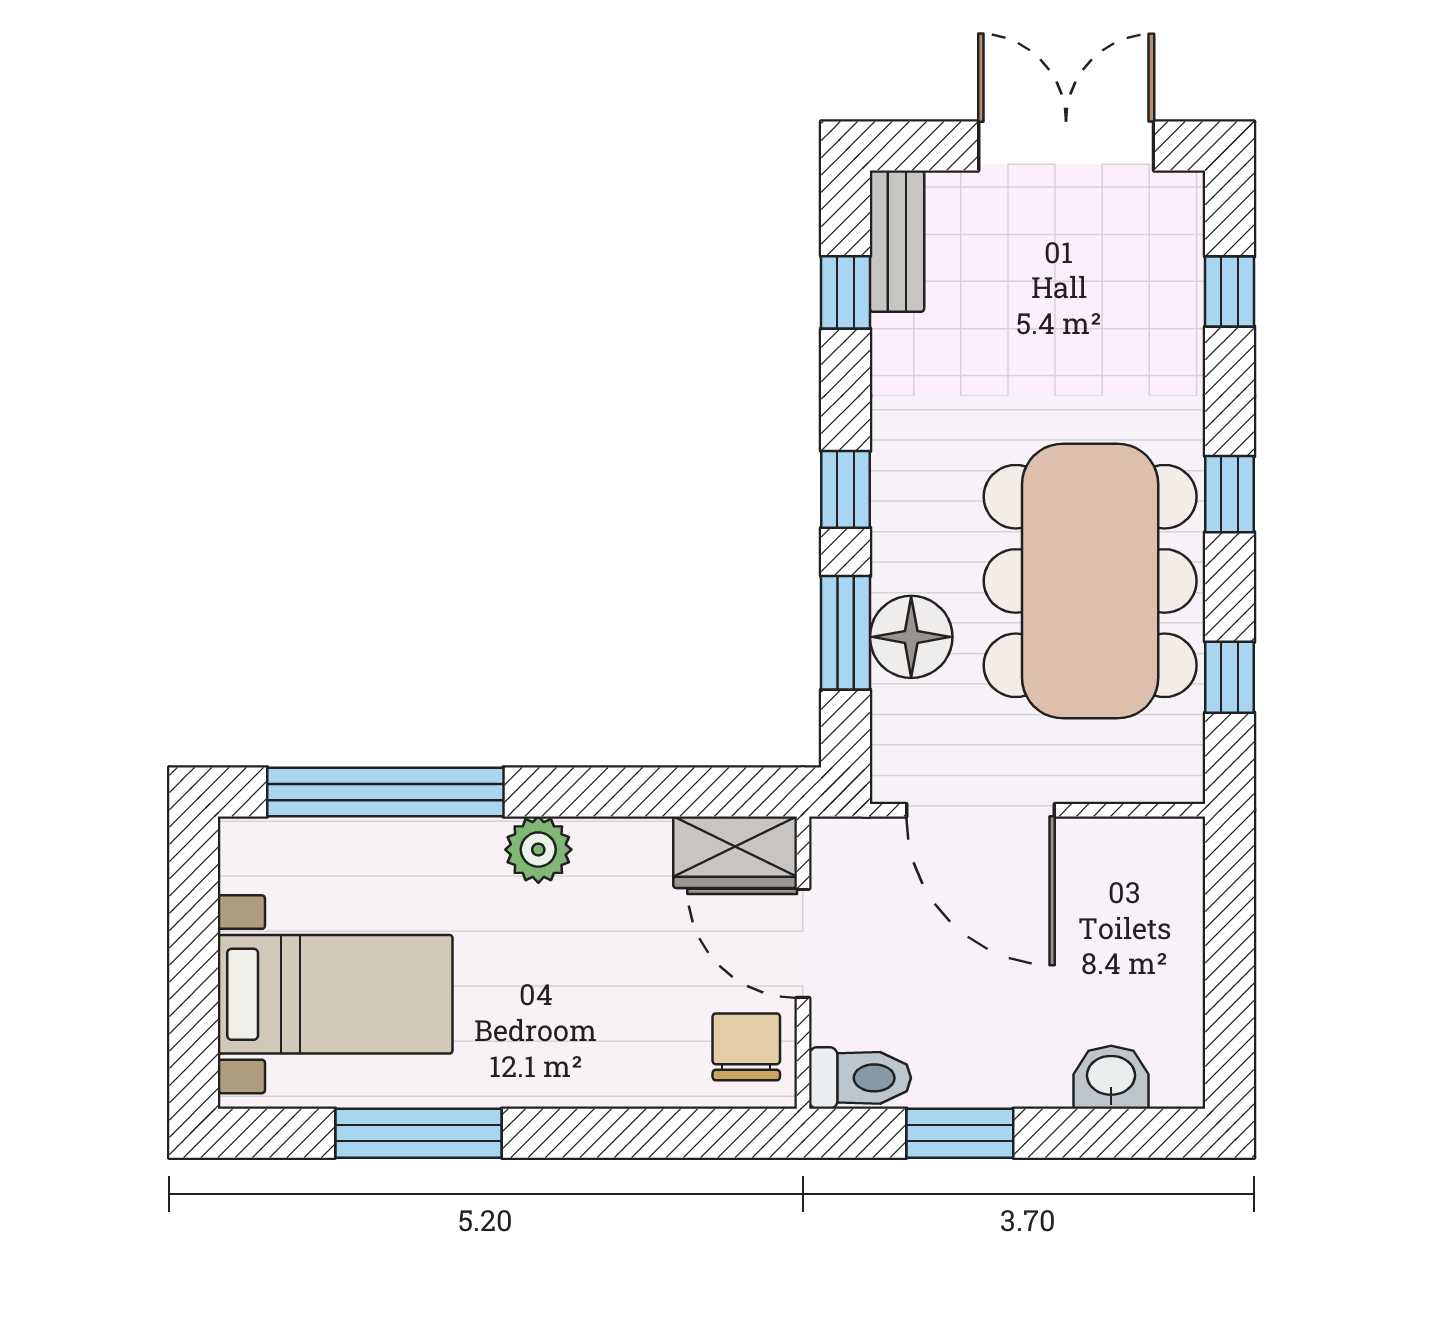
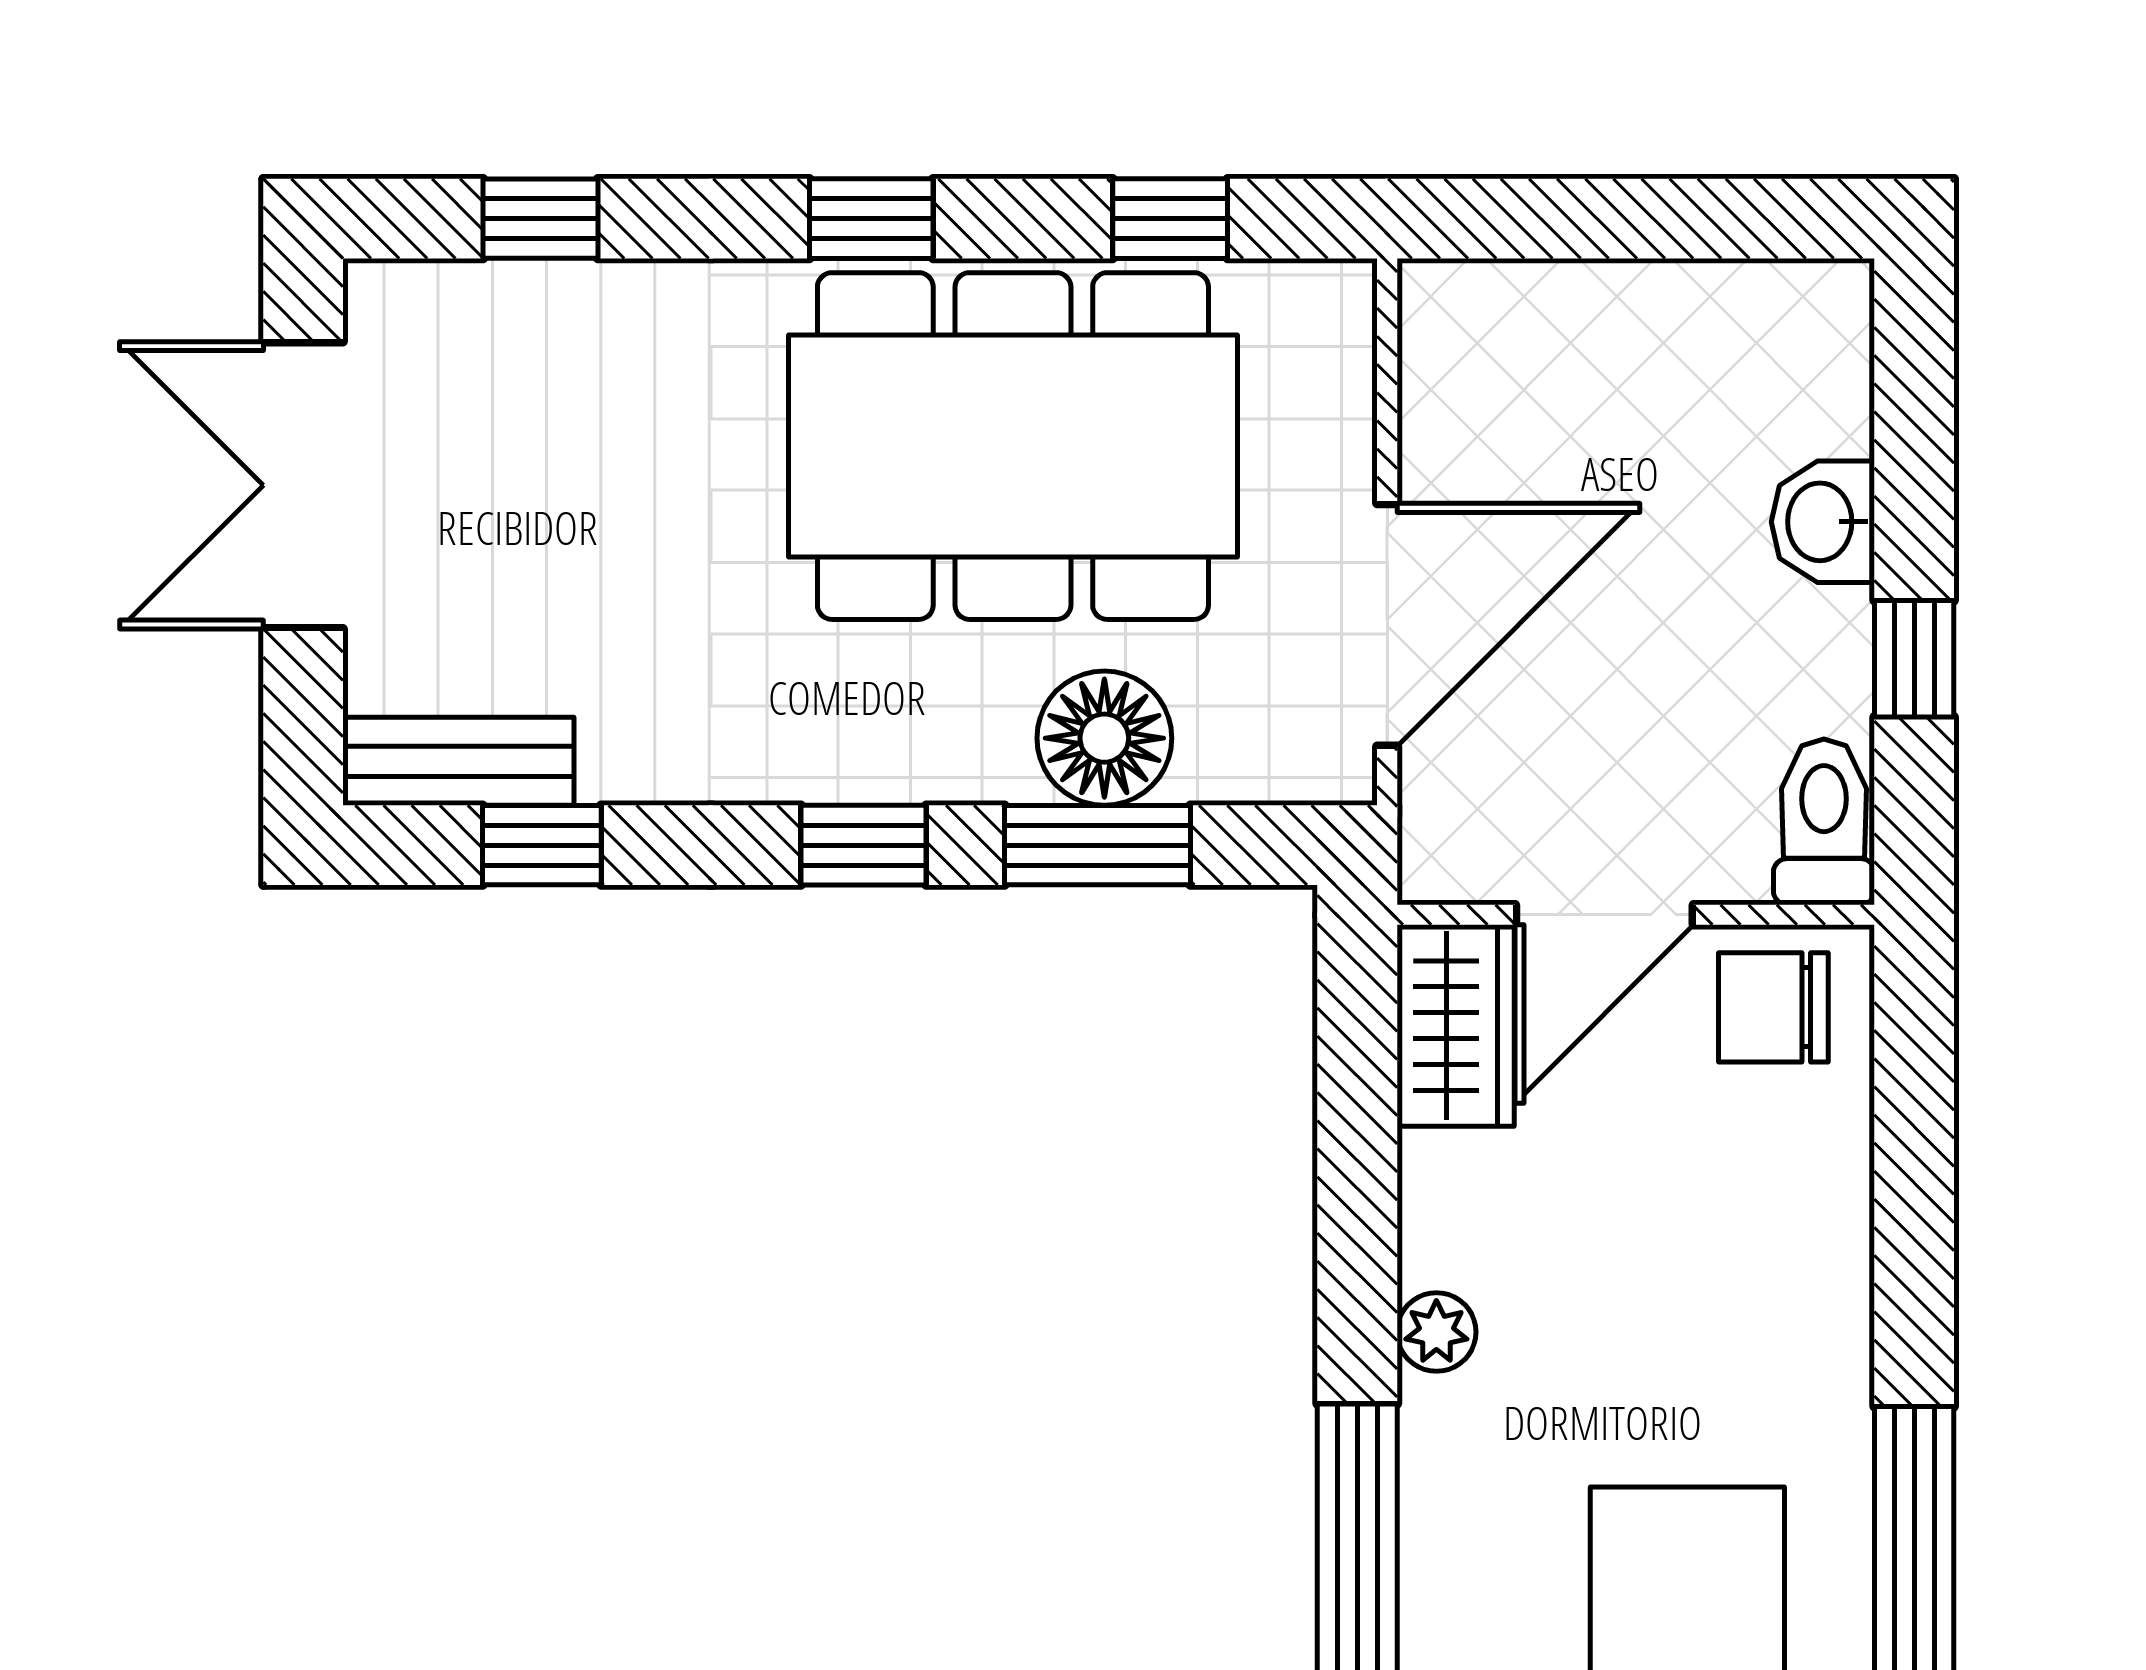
plant: (538, 850) -> (1436, 1332), width x0.73, depth x0.73
washbasin: (1111, 1077) -> (1823, 522), moved
window: (960, 1133) -> (1914, 659), width x0.67

